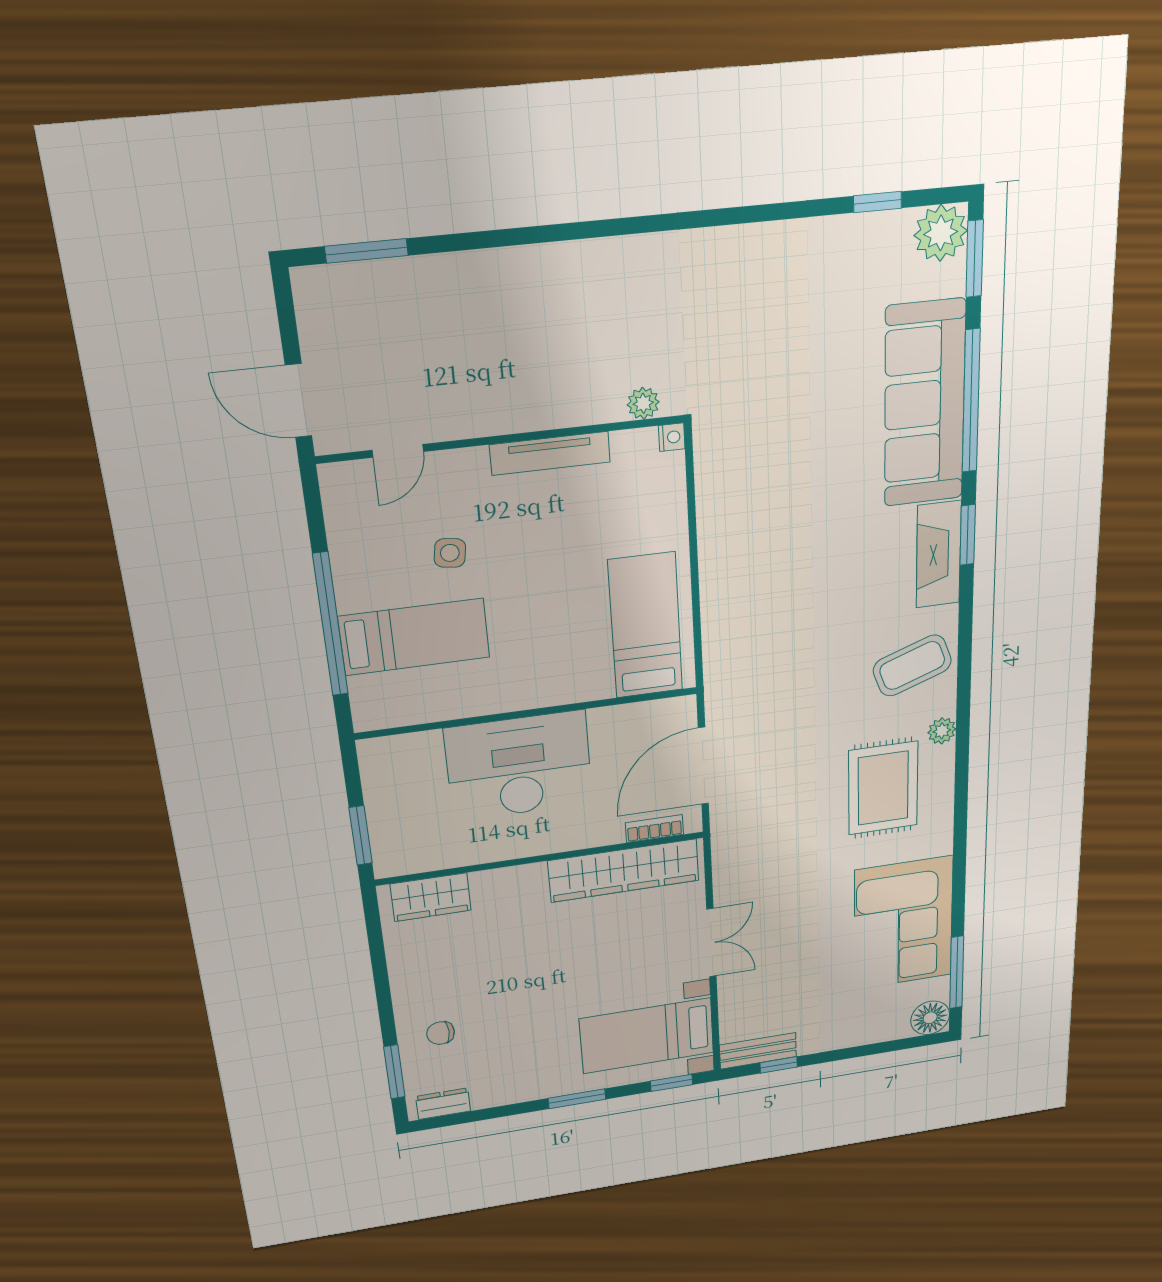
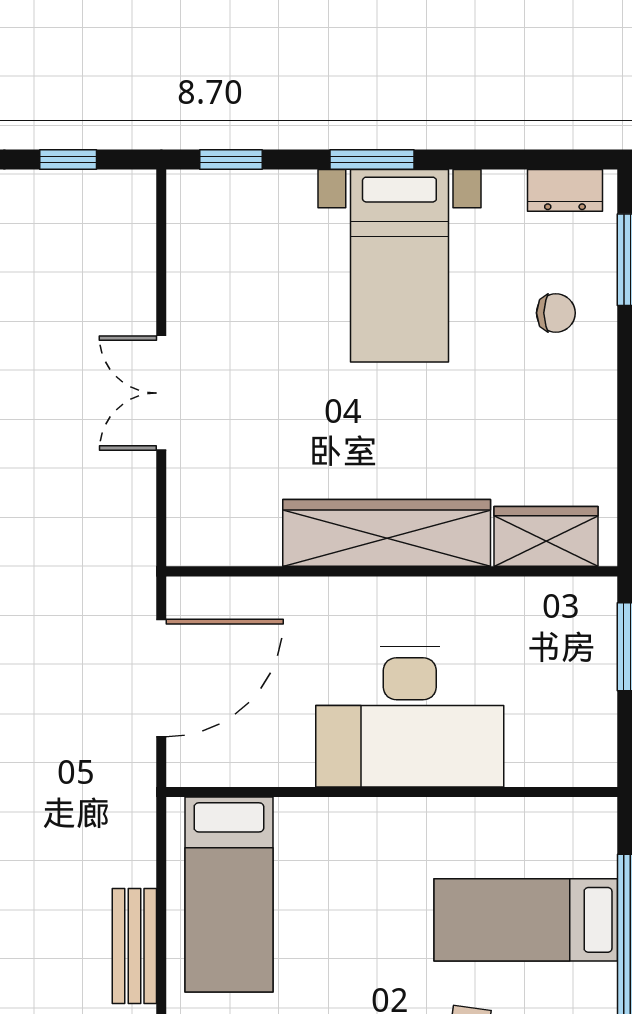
bookcase: (654, 829) -> (233, 592), removed
wardrobe: (624, 871) -> (387, 533), moved
bed with nightstands: (647, 1036) -> (399, 266), moved, turned 90
bench: (758, 1051) -> (134, 946), moved, turned 90

